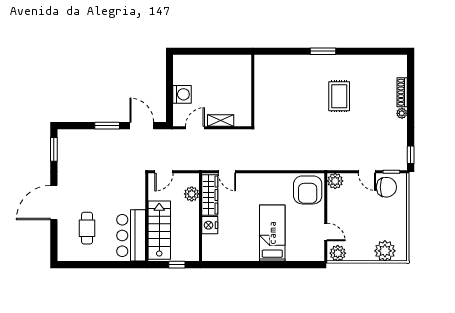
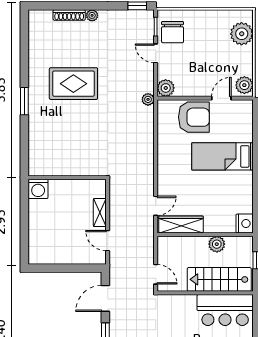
washing machine: (182, 94) -> (38, 189), moved, turned 180
rug: (339, 96) -> (73, 84), width x1.36, depth x1.43
plant: (325, 165) -> (148, 99), added
door: (367, 172) -> (156, 53), swing flipped
chair: (386, 187) -> (173, 32), turned 180
armchair: (308, 190) -> (194, 117), moved
plant: (192, 194) -> (217, 244), moved
nightstand: (210, 225) -> (245, 223), moved, turned -90

